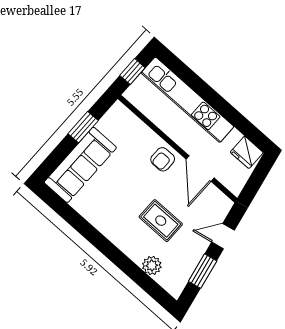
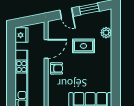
rug: (161, 221) -> (83, 46), turned 90

